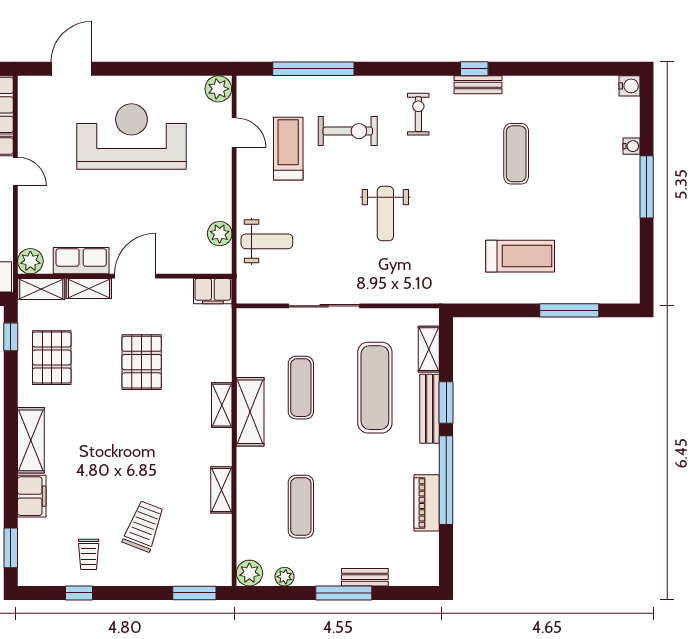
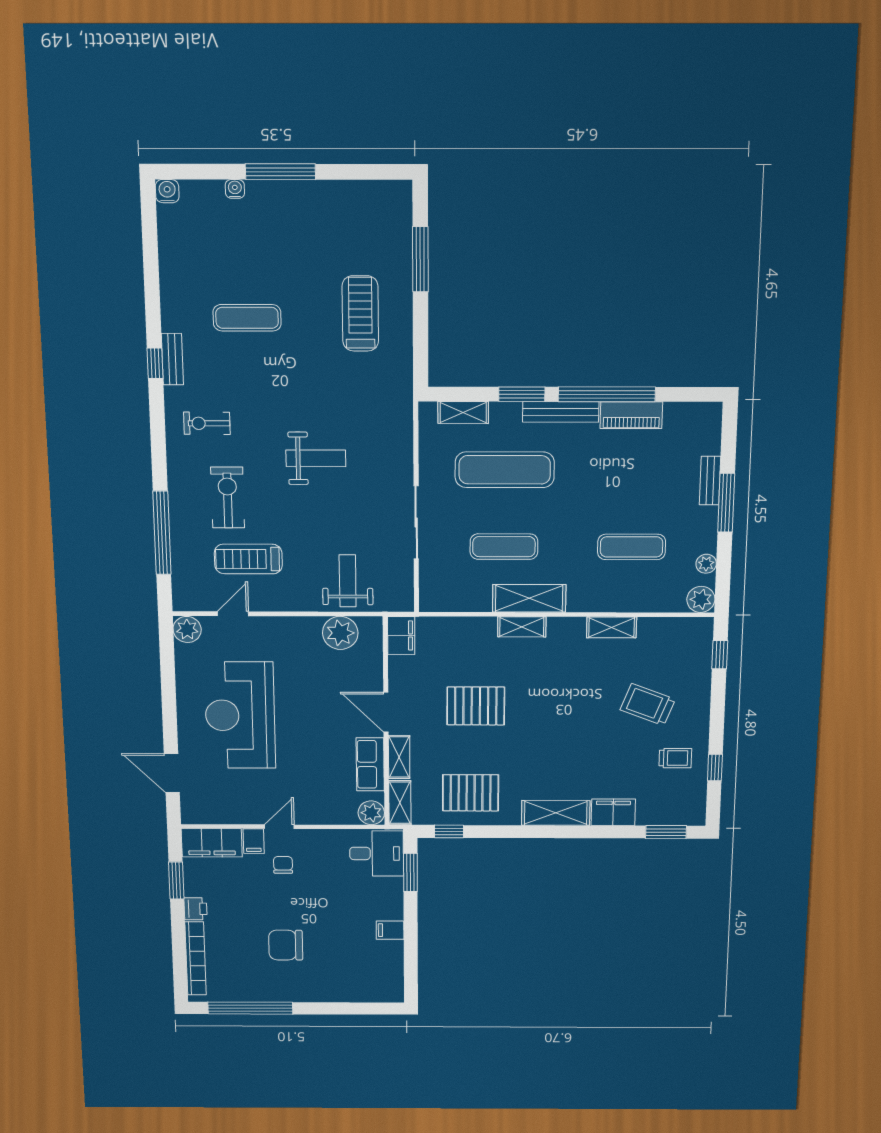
plant: (220, 234) -> (340, 633), width x1.36, depth x1.36
bench: (430, 409) -> (561, 412), moved
window: (194, 593) -> (720, 655), width x0.67

